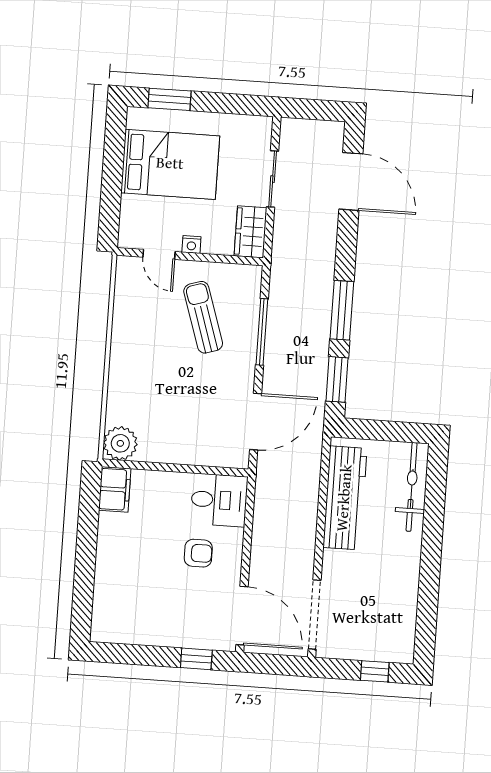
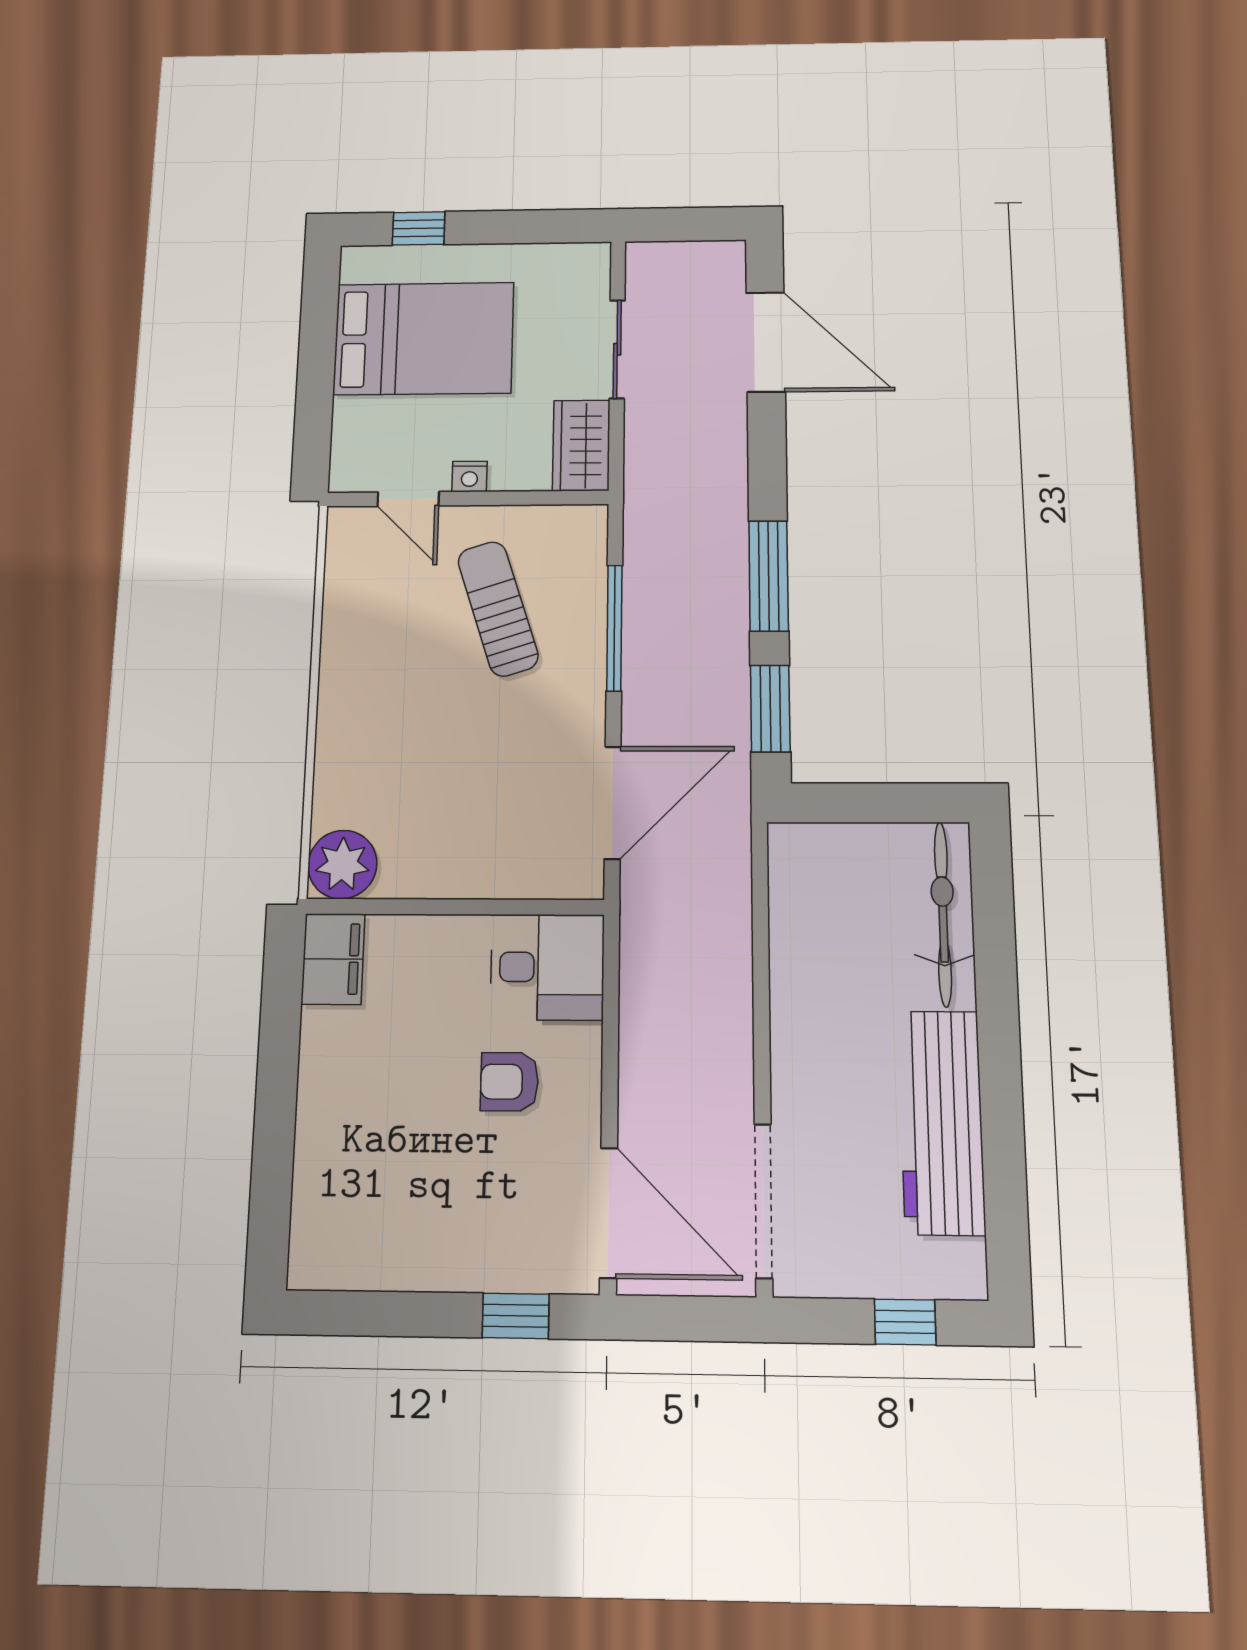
window: (170, 99) -> (419, 228), width x0.67
workbench: (345, 498) -> (942, 1122), moved, turned 180
armchair: (198, 553) -> (509, 1082), turned 180

